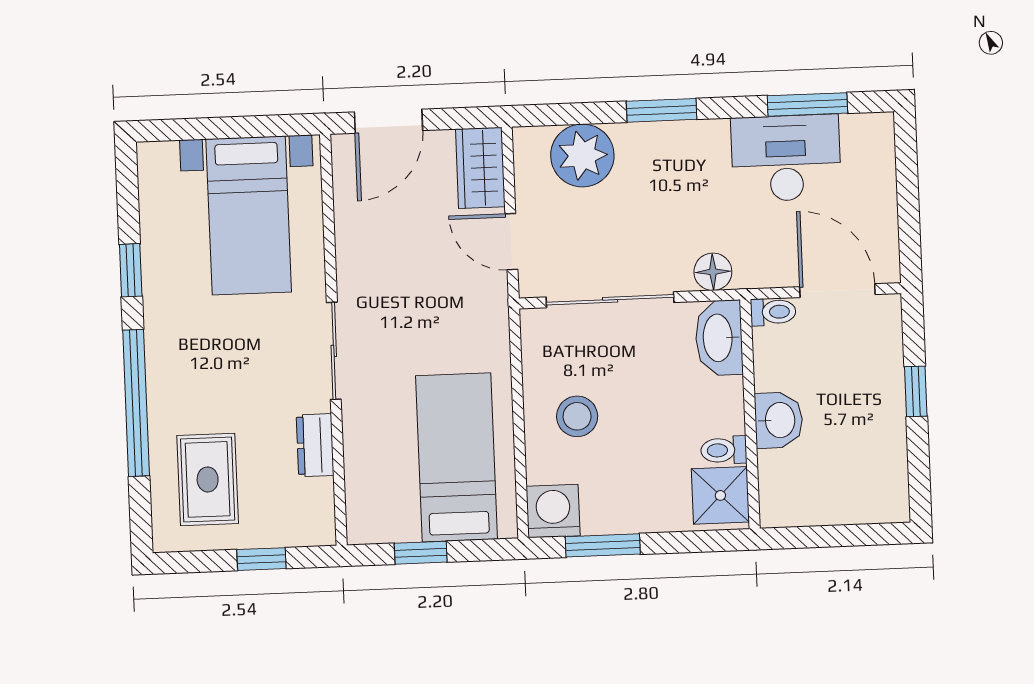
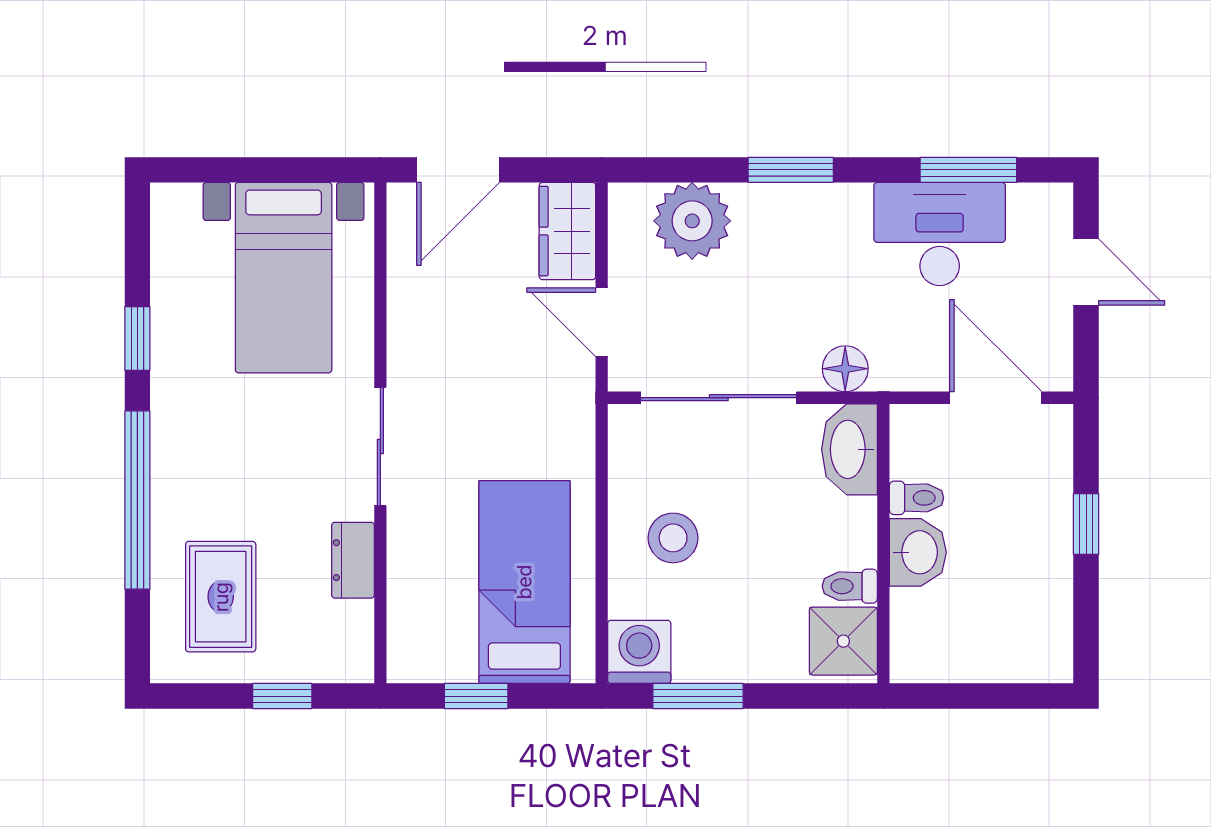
door: (907, 184) -> (1086, 272), added
toilet: (773, 312) -> (917, 498), moved

